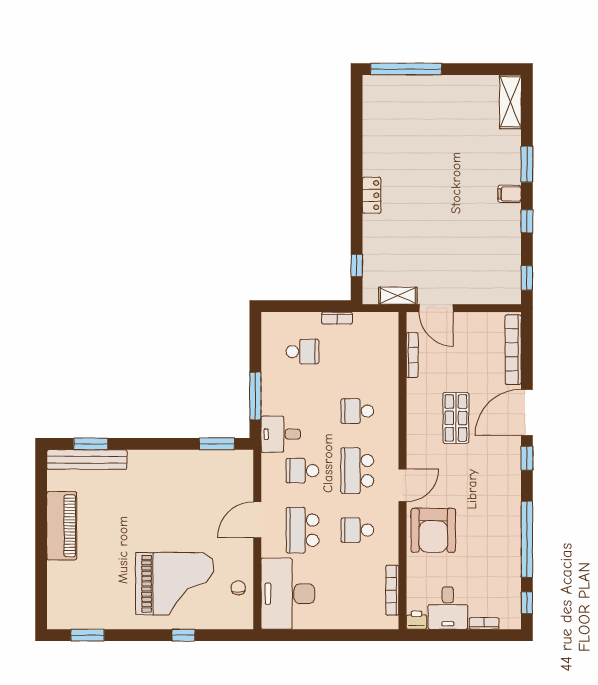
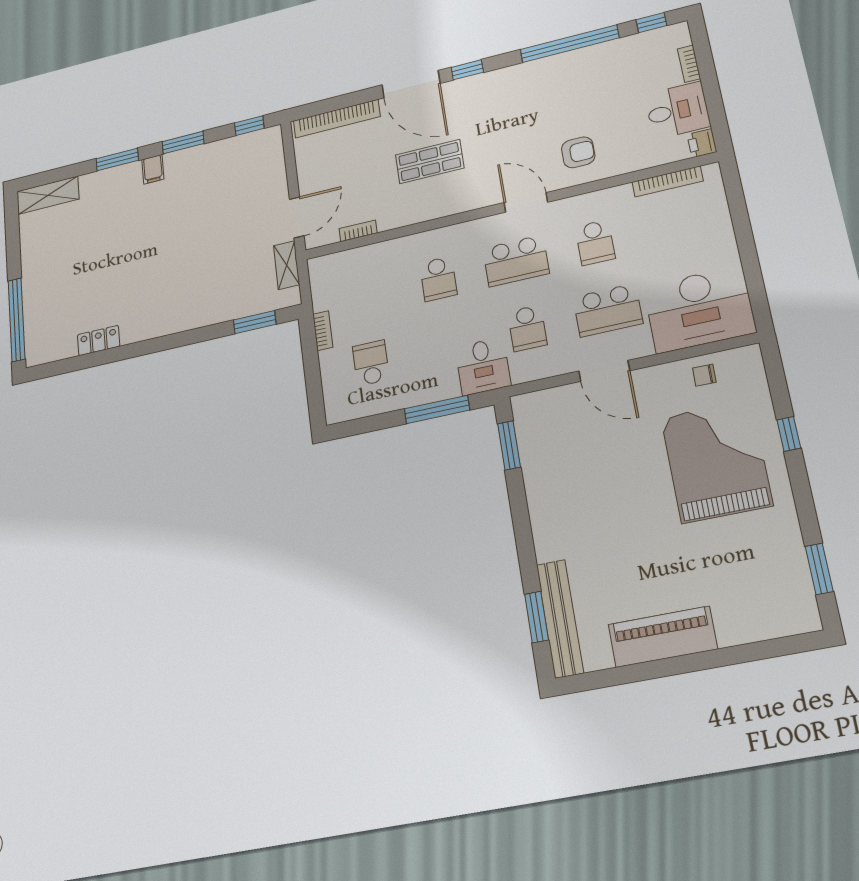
locker: (372, 195) -> (99, 341), moved
window: (527, 221) -> (183, 143), width x1.50
window: (357, 266) -> (255, 322), width x1.50
bookcase: (412, 355) -> (358, 231), width x0.64
armchair: (433, 530) -> (578, 152), width x0.53, depth x0.53

